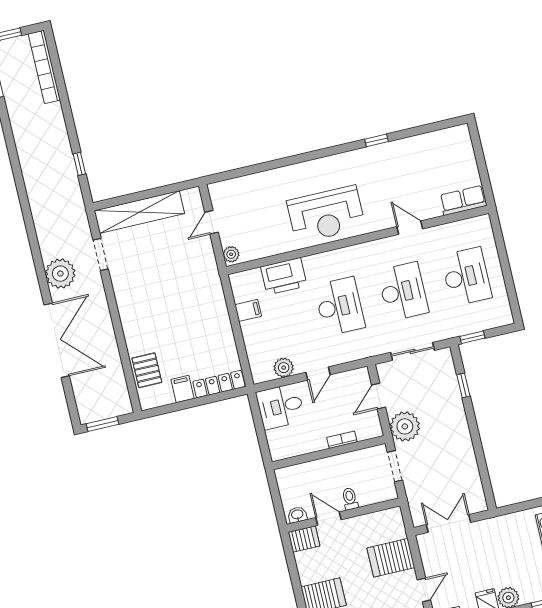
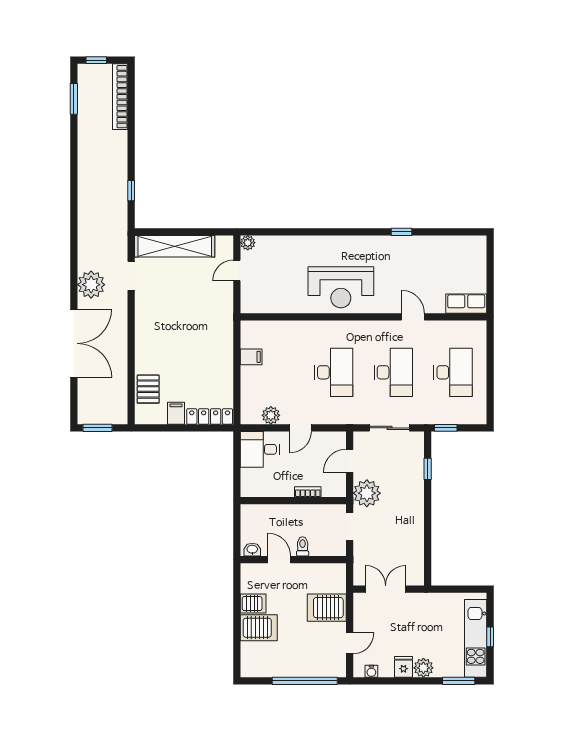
plant: (231, 254) -> (248, 243), moved
printer: (284, 276) -> (290, 334), removed
server rack: (304, 539) -> (253, 604), moved

